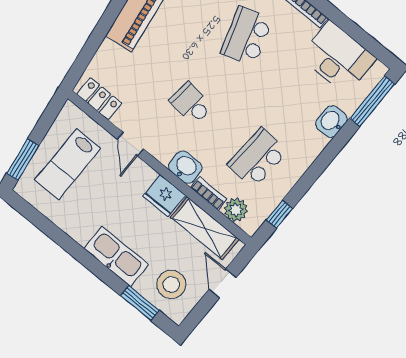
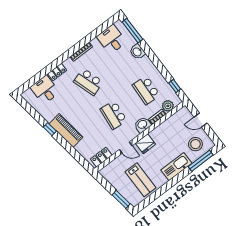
desk: (338, 58) -> (112, 39), width x0.73
school desk: (191, 103) -> (114, 115), width x1.85
lab bench: (68, 164) -> (140, 180), moved
fridge: (164, 196) -> (145, 144), moved
shelving: (205, 228) -> (173, 122), removed
window: (140, 303) -> (201, 161), width x1.44

